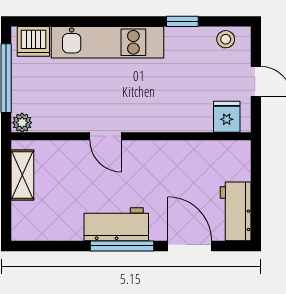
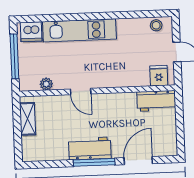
window: (182, 21) -> (128, 15), removed
plant: (22, 123) -> (46, 84), moved
workbench: (236, 211) -> (156, 101), moved, turned -90
door: (190, 246) -> (138, 161), hinge flipped

